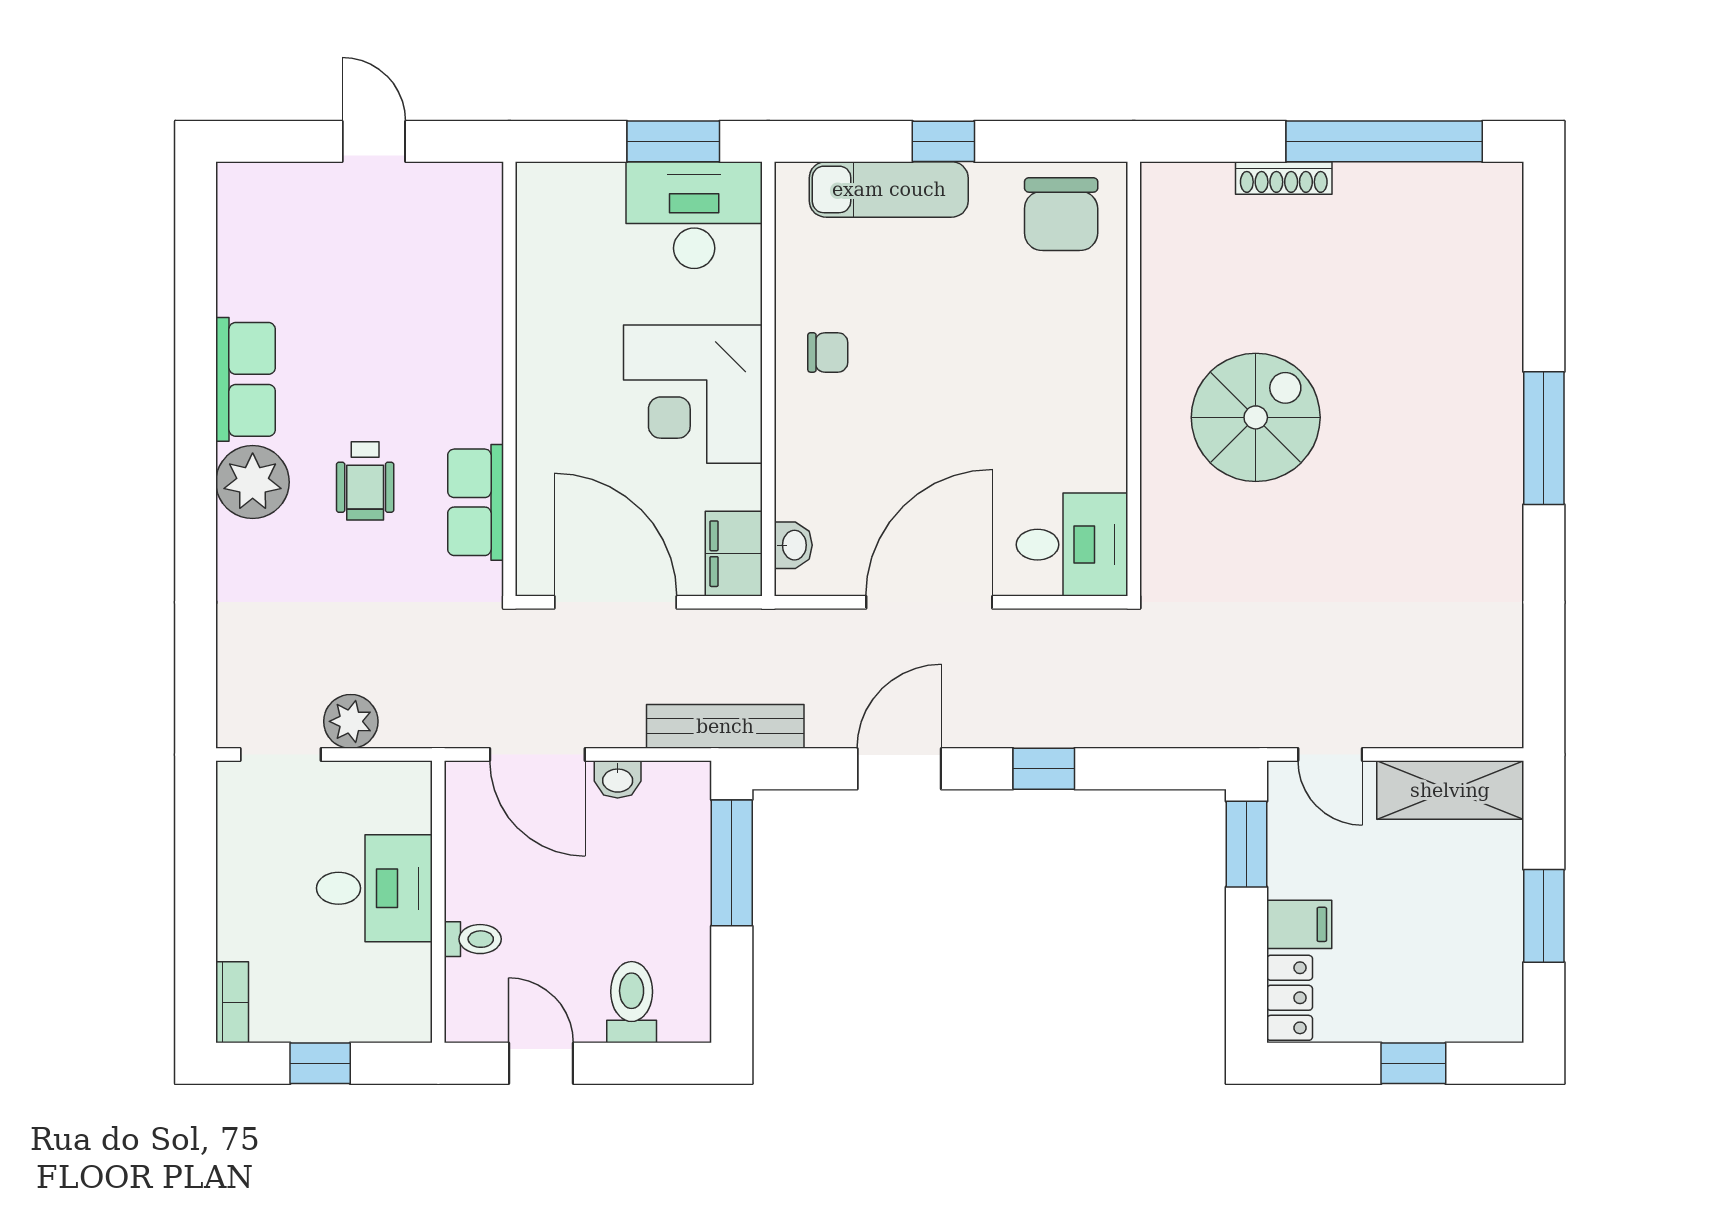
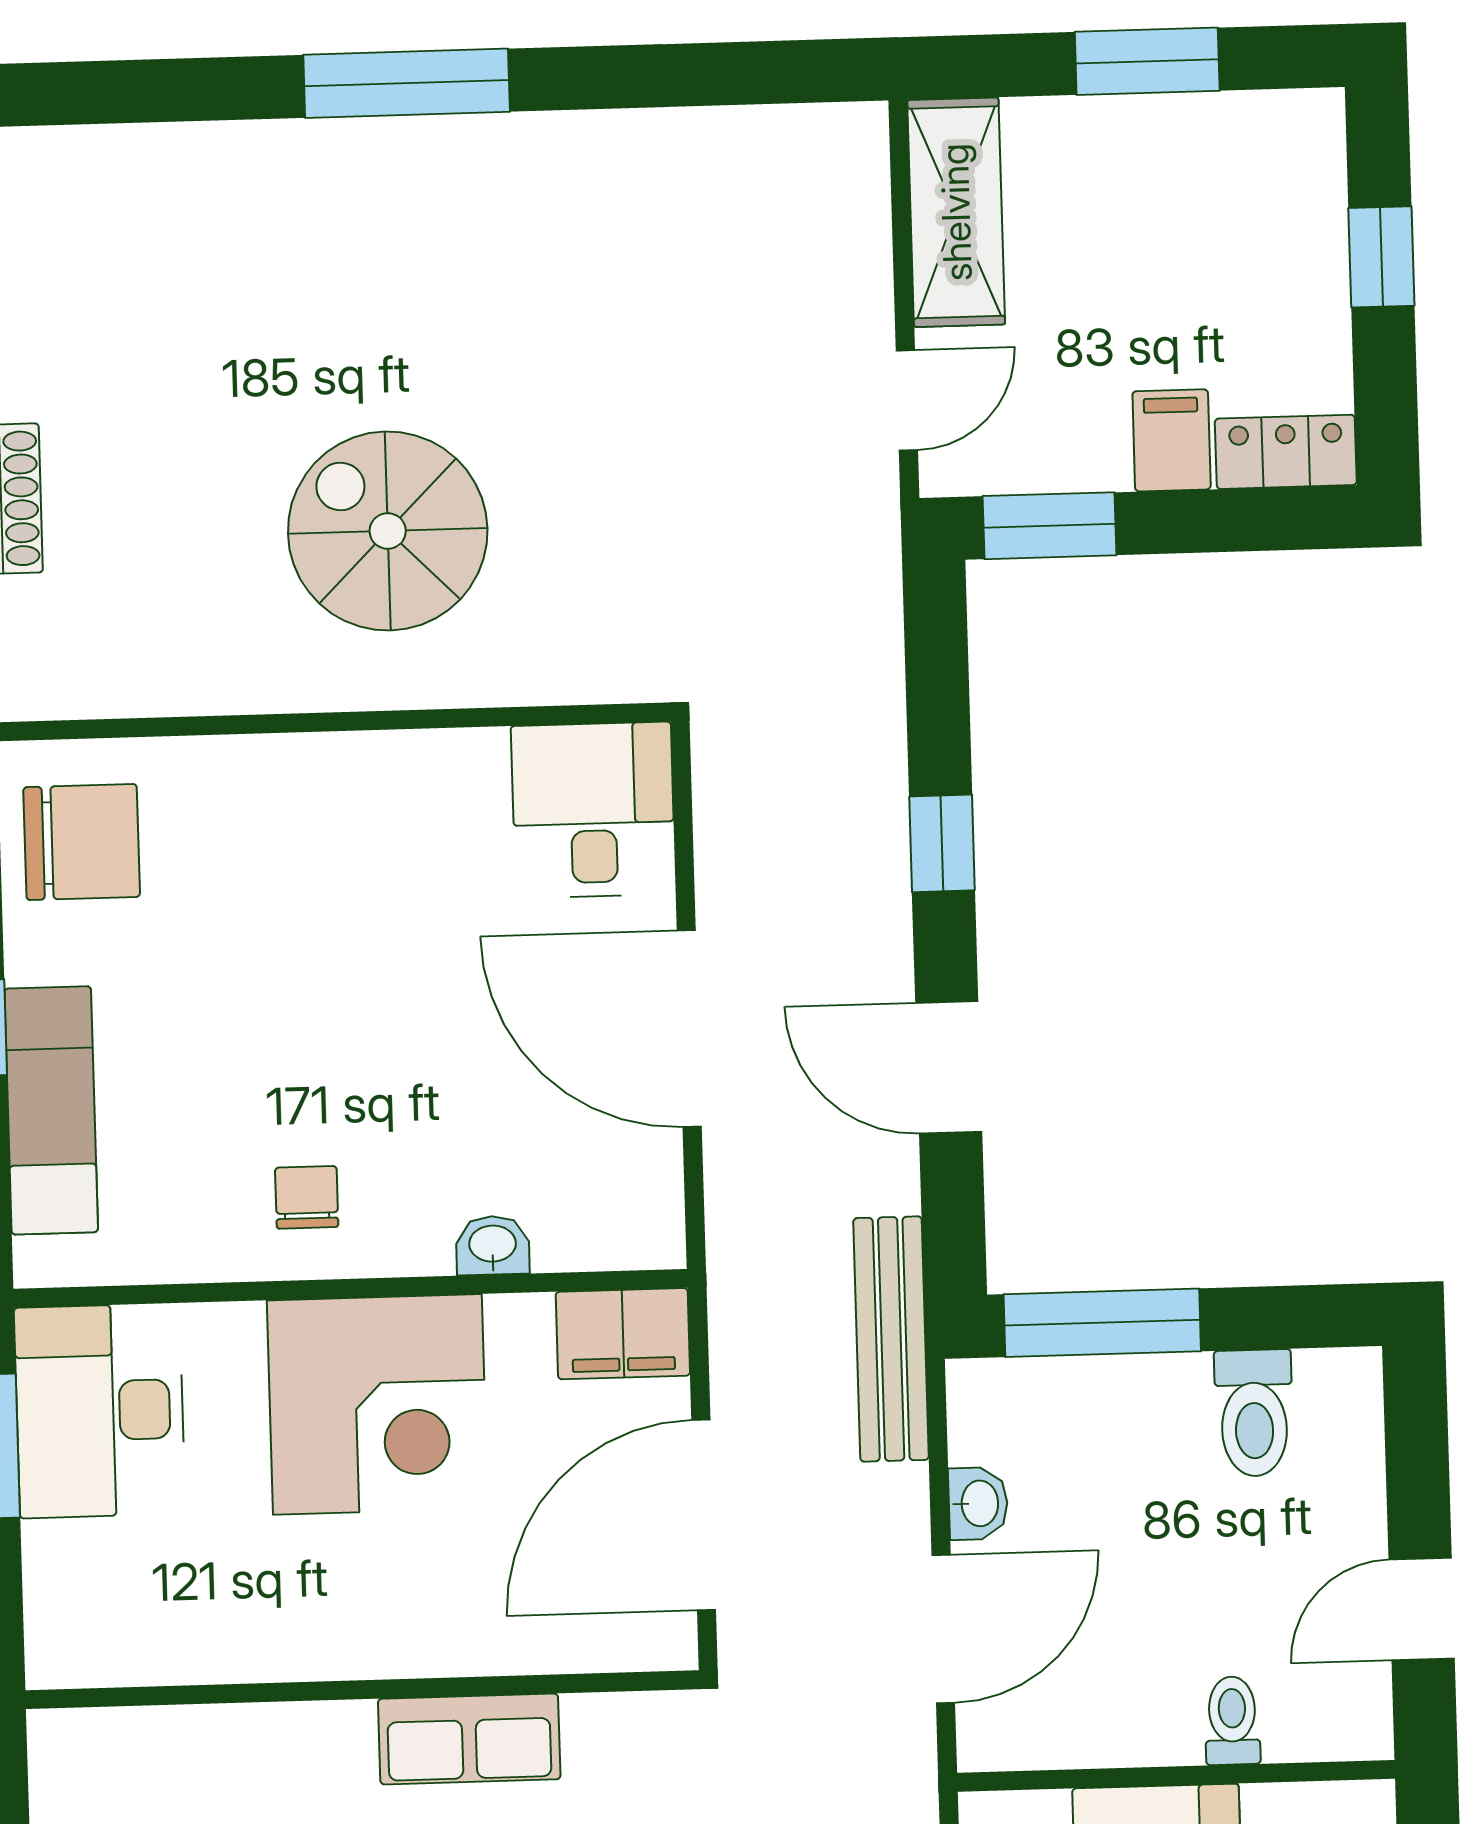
row of seats: (476, 502) -> (469, 1739), moved
washbasin: (793, 545) -> (493, 1245), moved
toilet: (632, 1002) -> (1254, 1413), moved, turned -90

